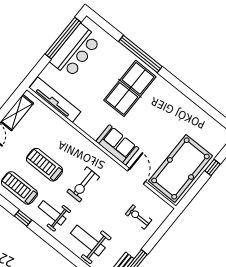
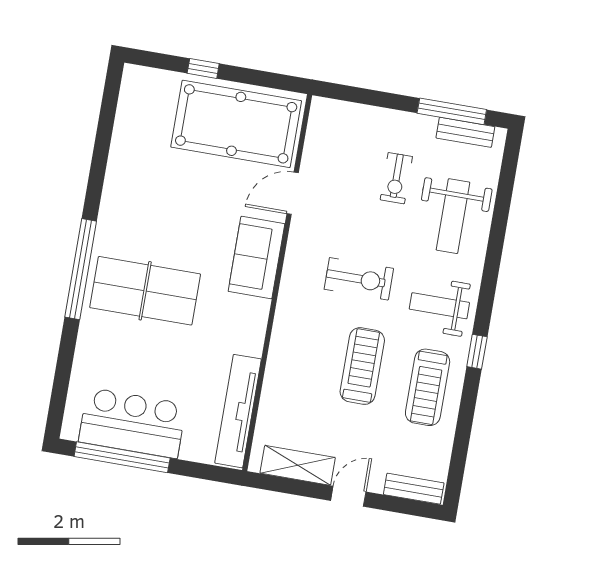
window: (140, 54) -> (81, 269), moved
treadmill: (45, 165) -> (362, 366), turned 180
weight bench: (52, 213) -> (439, 306), turned 90
exercise bike: (139, 217) -> (396, 178), moved

